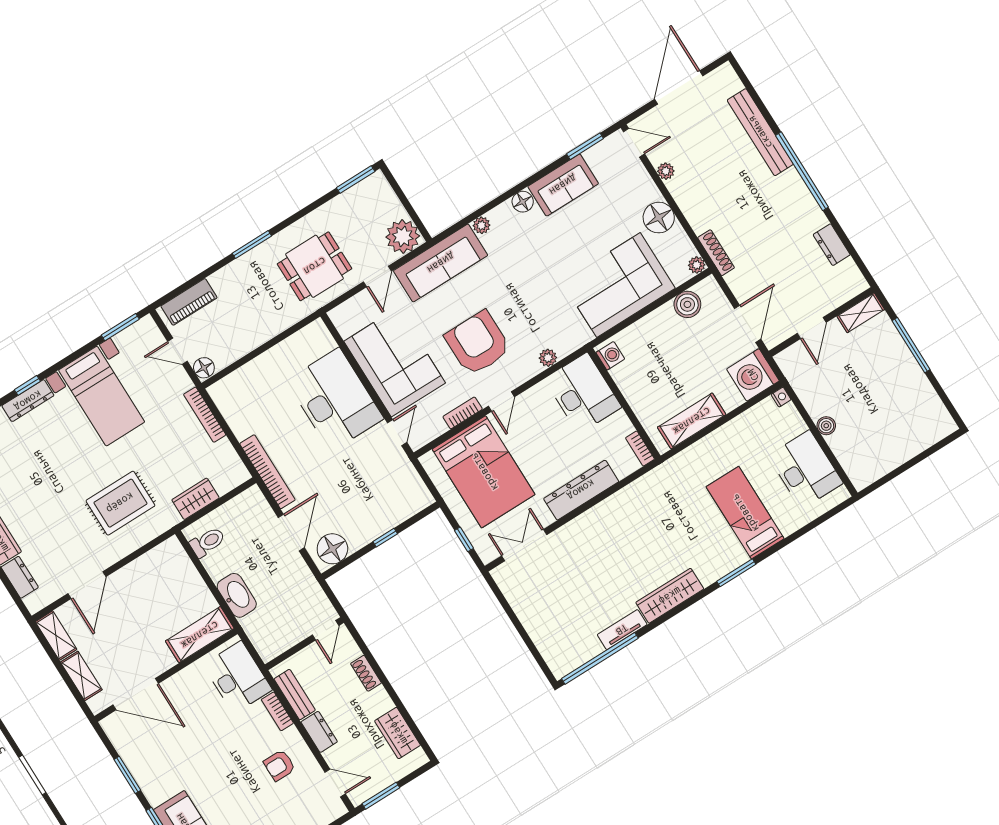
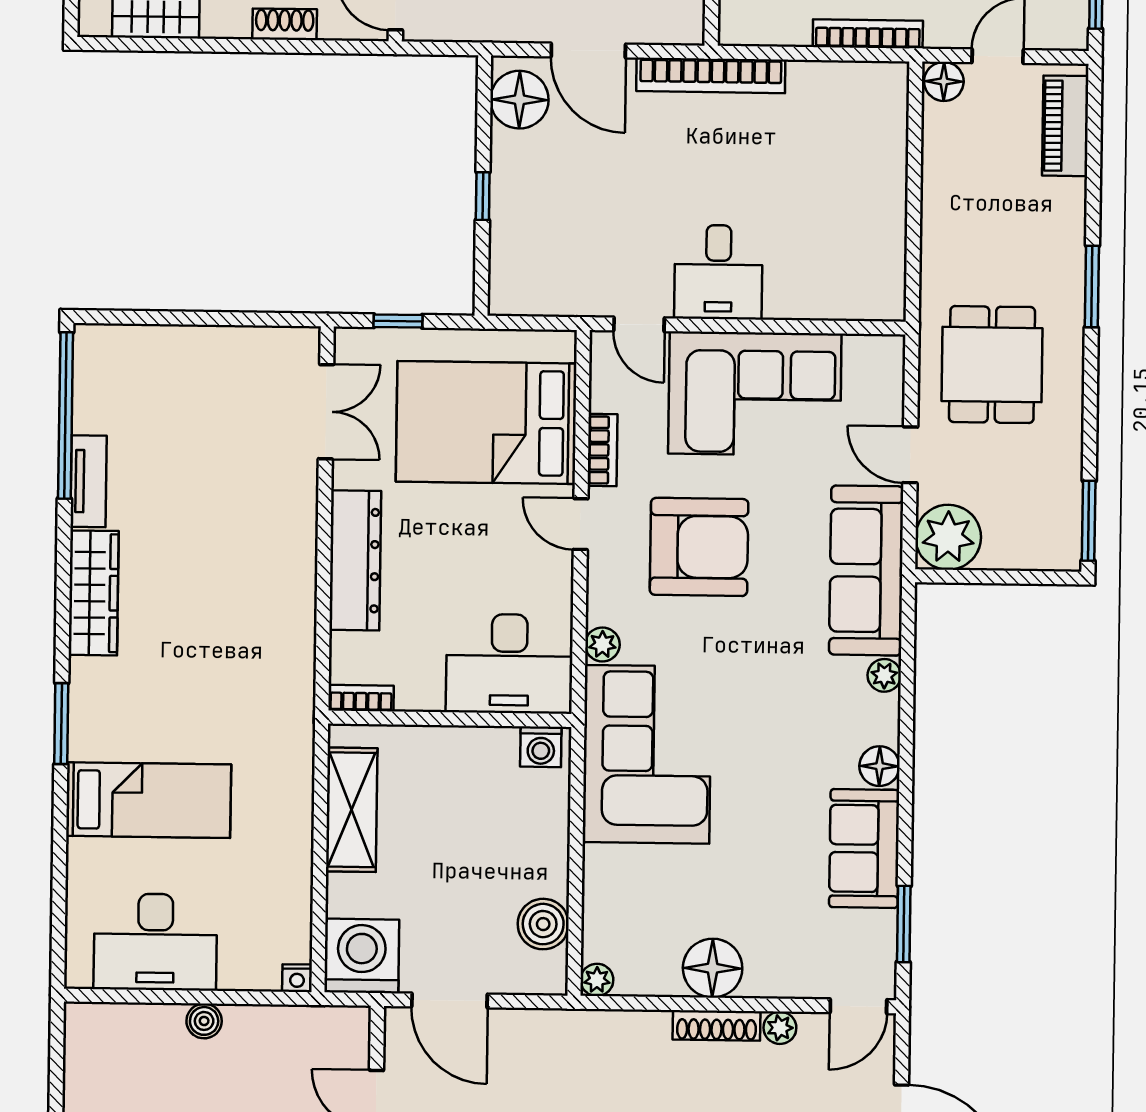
shoe rack: (716, 253) -> (717, 1025), moved
corner sofa: (618, 285) -> (647, 754), moved
desk: (335, 400) -> (718, 272), width x0.53, depth x0.77

